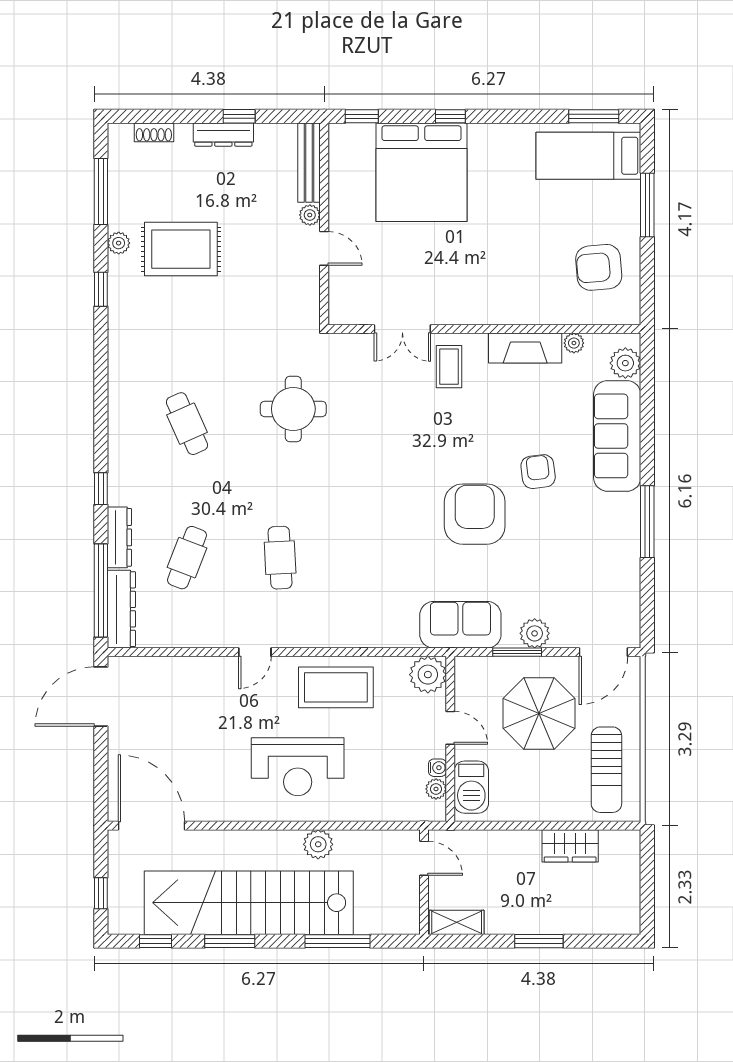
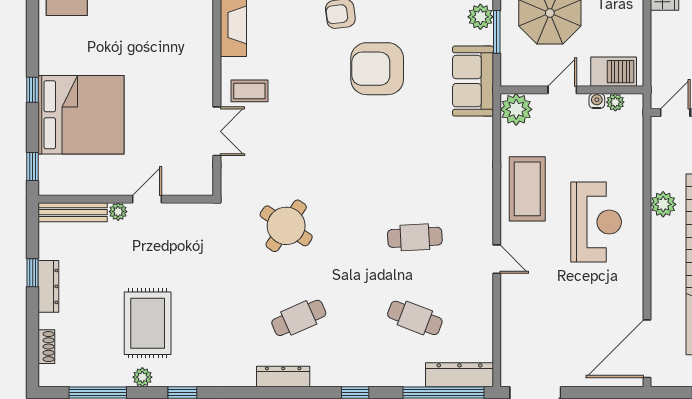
round table: (293, 409) -> (286, 226), turned 34
dresser: (119, 537) -> (283, 376), moved

